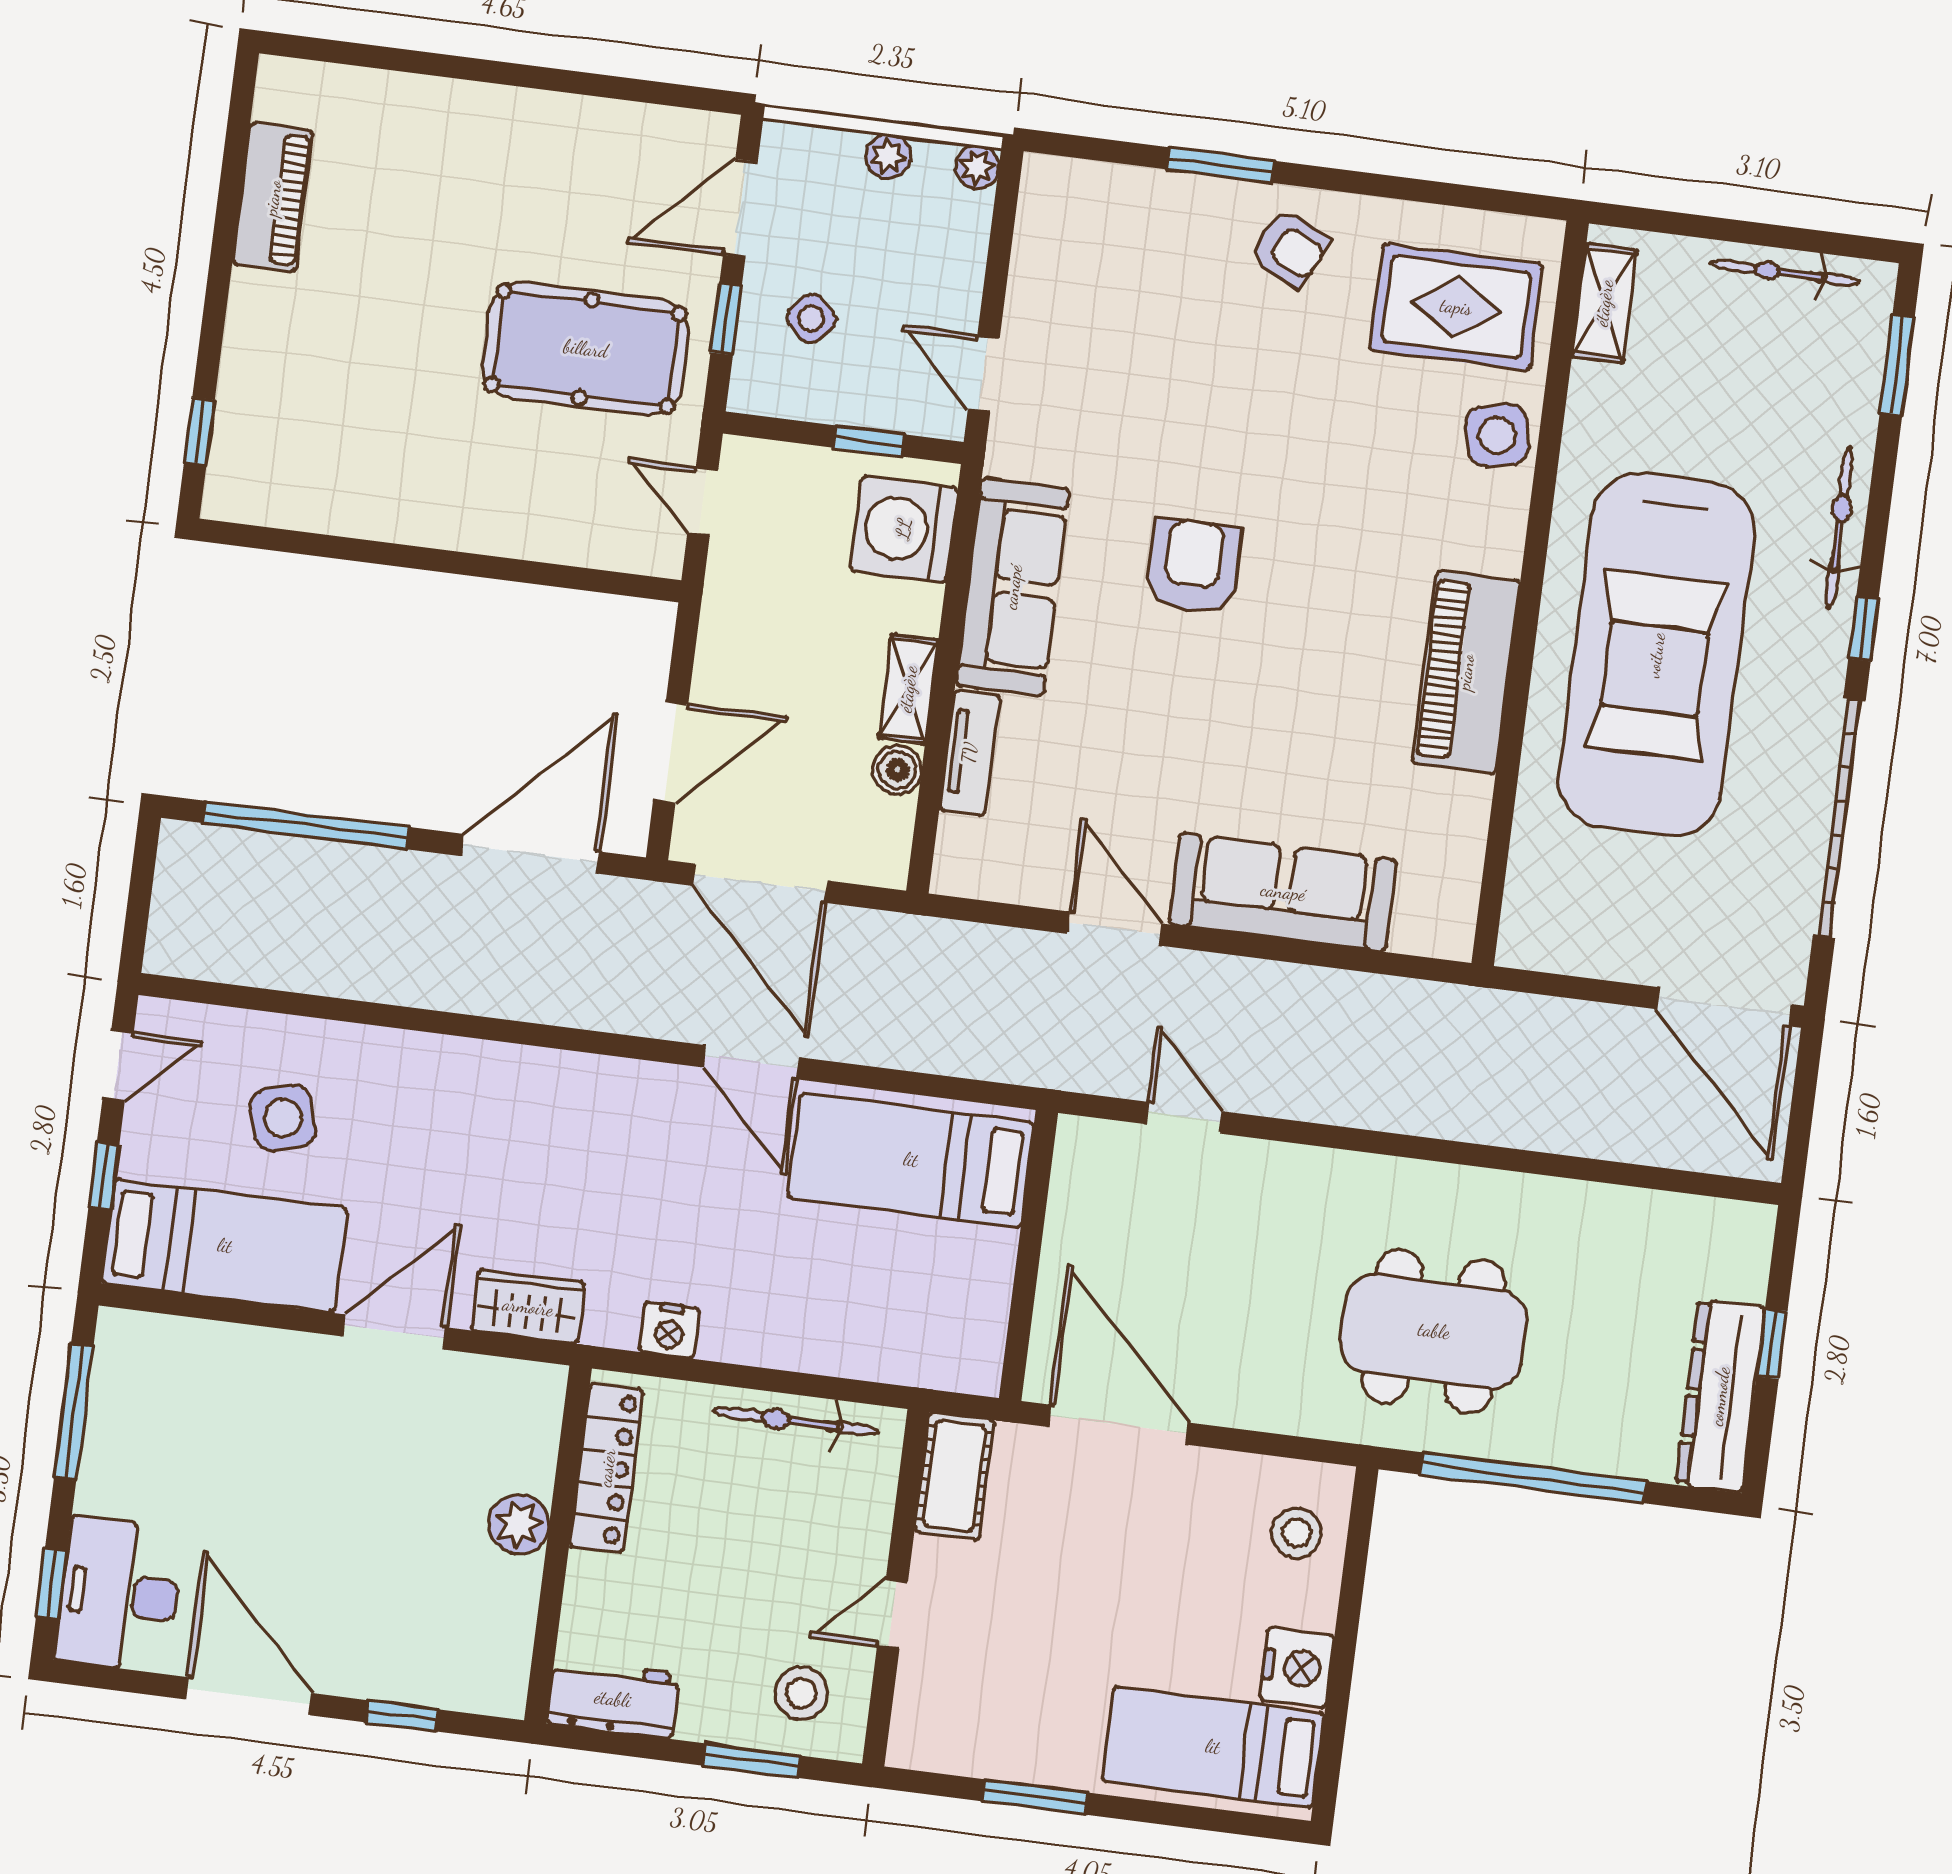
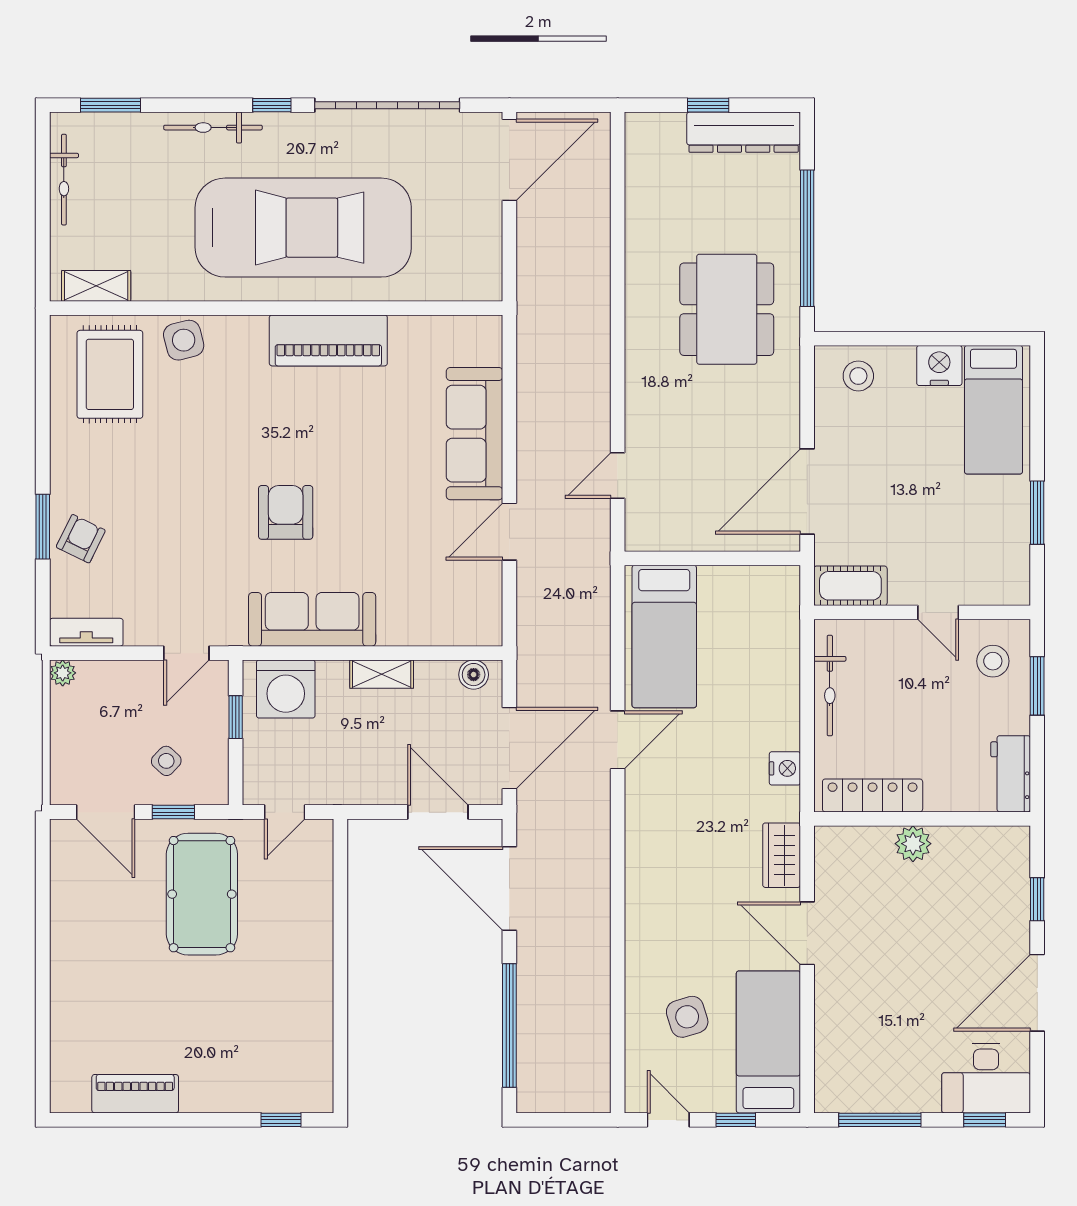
plant: (888, 156) -> (63, 727), removed
armchair: (1290, 248) -> (81, 539), moved
armchair: (1193, 566) -> (286, 512), turned 90
tv unit: (970, 753) -> (86, 632), moved
boiler: (897, 770) -> (474, 675), moved

